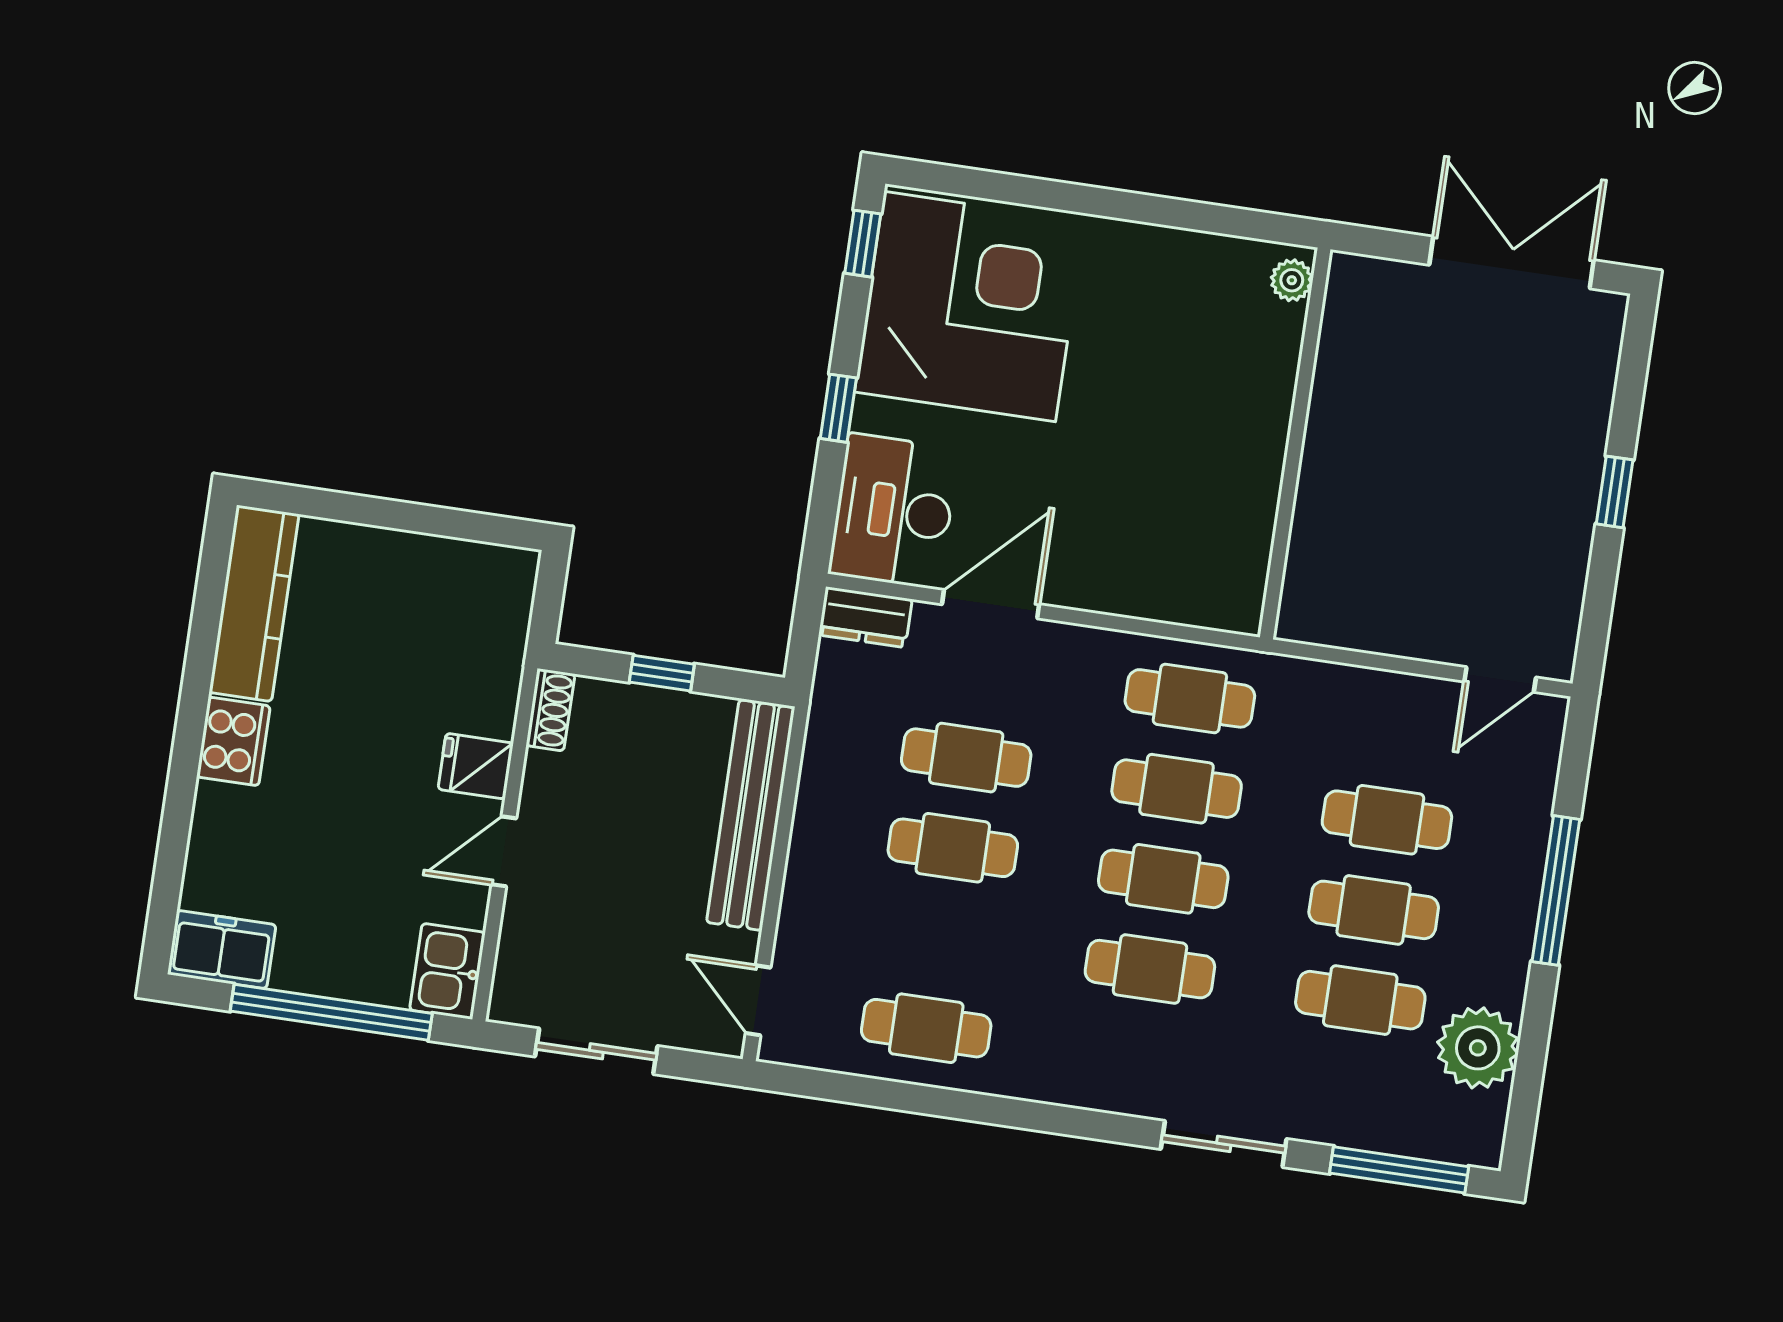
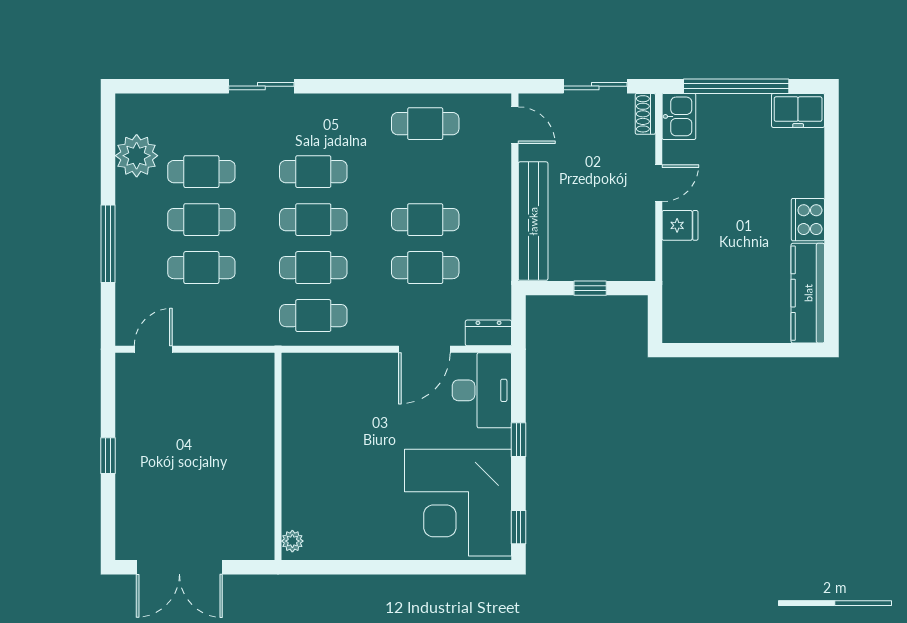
shoe rack: (550, 710) -> (645, 114), moved
window: (1399, 1170) -> (168, 86), removed

